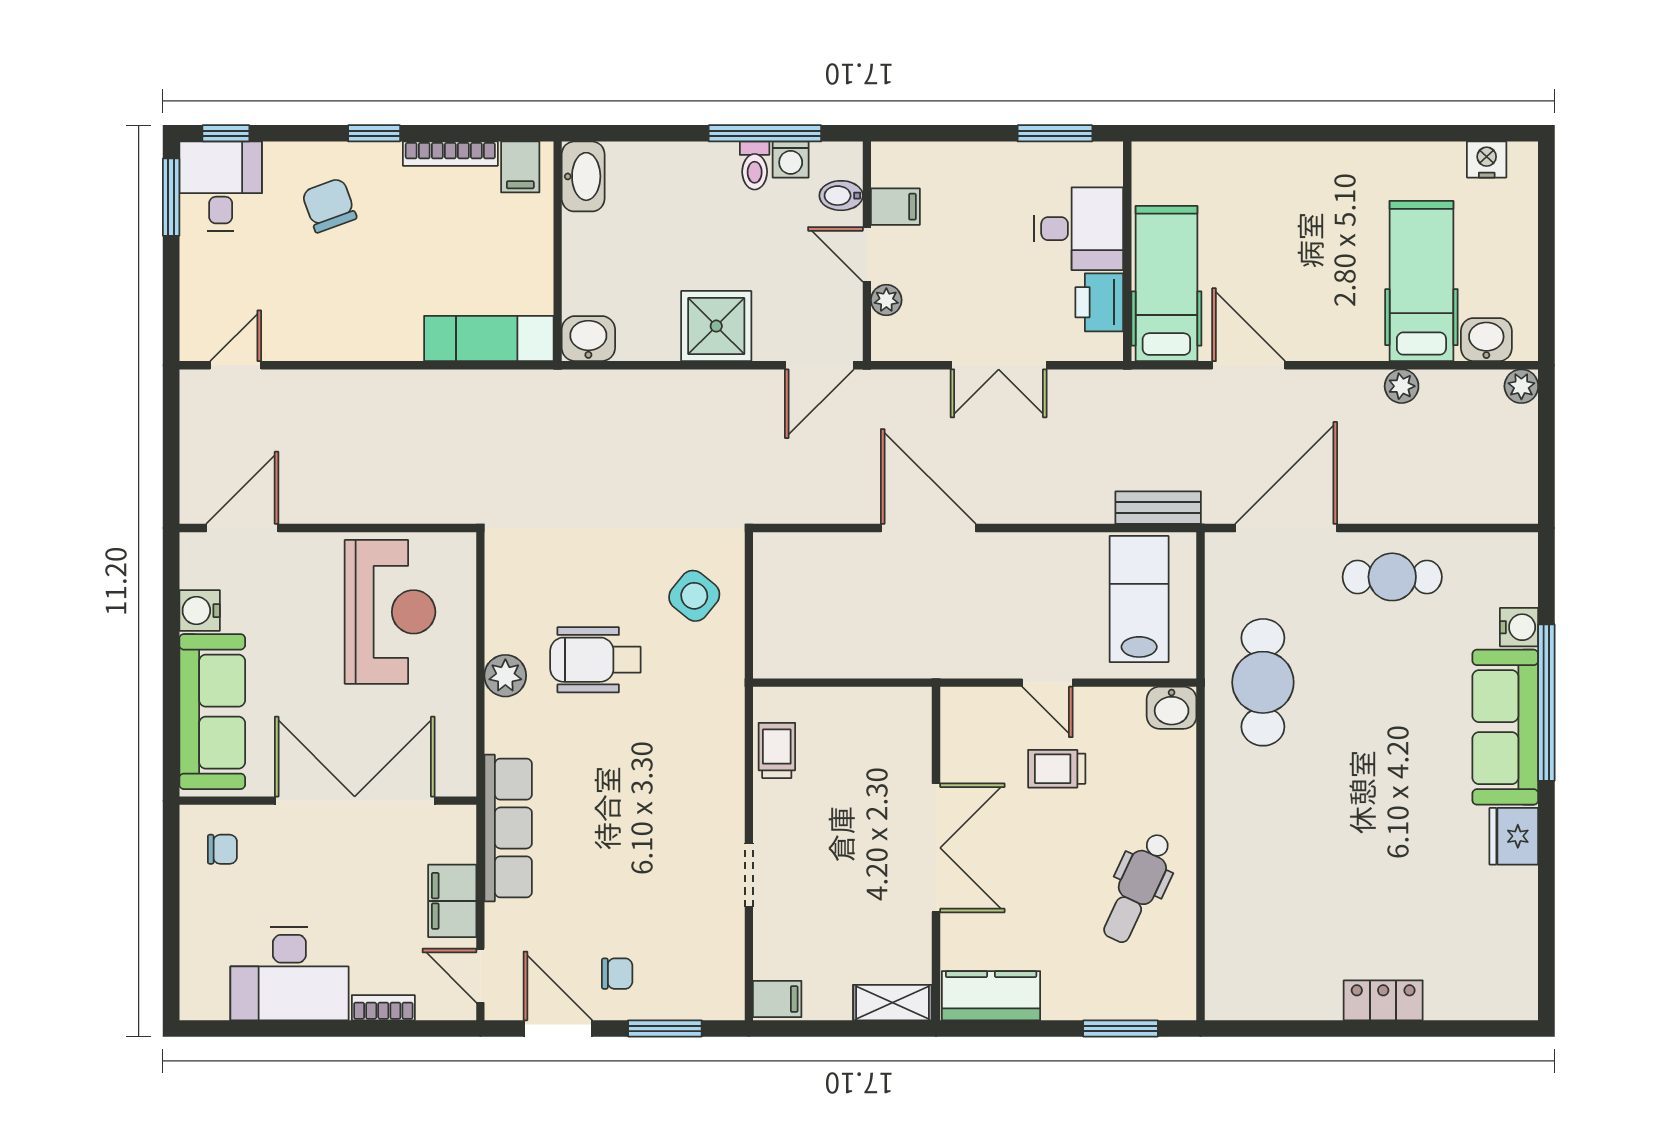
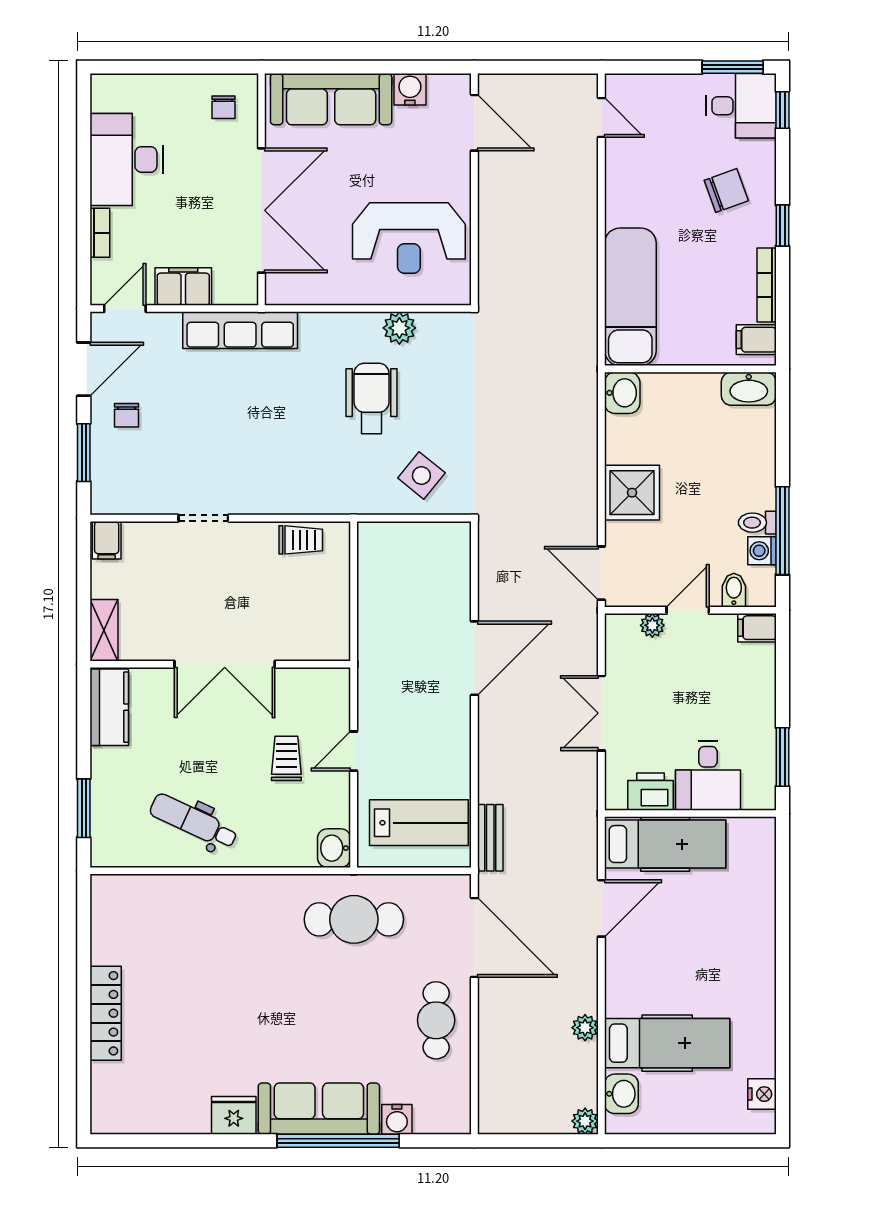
filing cabinet: (895, 207) -> (757, 628), moved, turned 90
exam couch: (489, 338) -> (630, 297), width x1.36, depth x1.45
plant: (505, 676) -> (399, 328), moved
locker: (1383, 1000) -> (106, 1013), width x1.53

